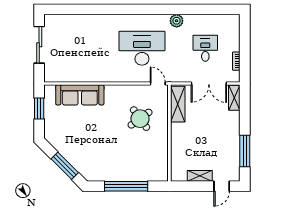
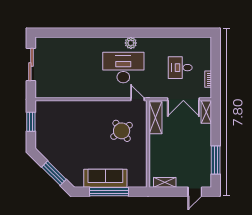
plant: (177, 21) -> (131, 43), moved
desk: (205, 48) -> (180, 68), turned -90
sofa: (80, 95) -> (105, 178), moved, turned 180
shelving: (200, 176) -> (165, 182), moved

